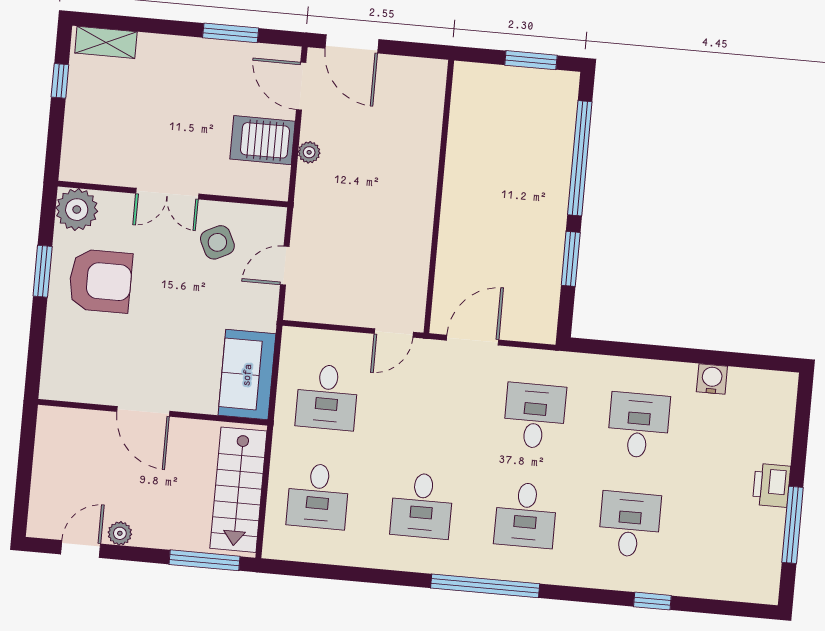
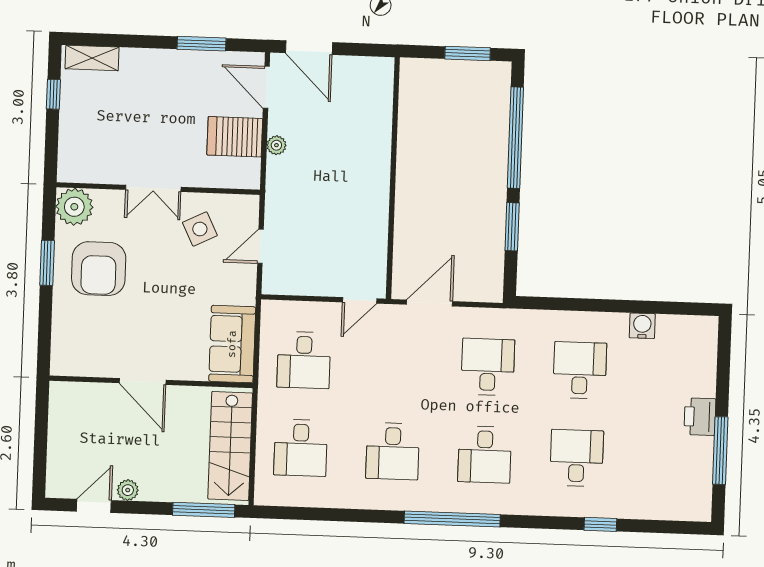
armchair: (100, 281) -> (99, 269), turned 90

